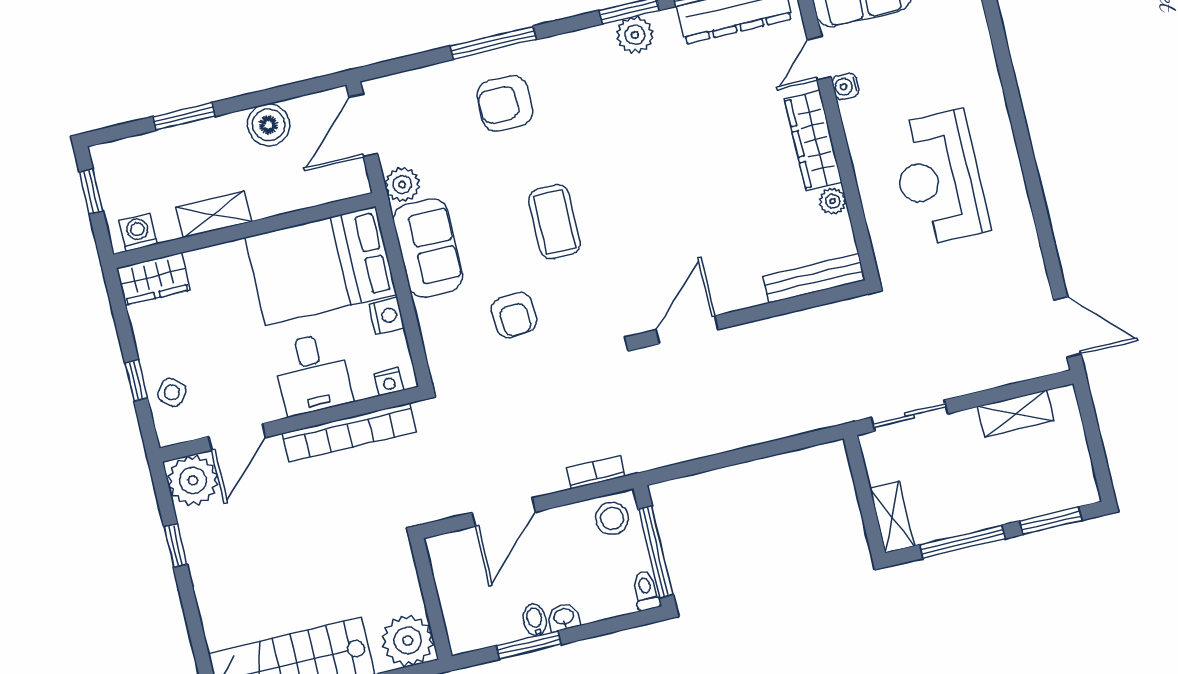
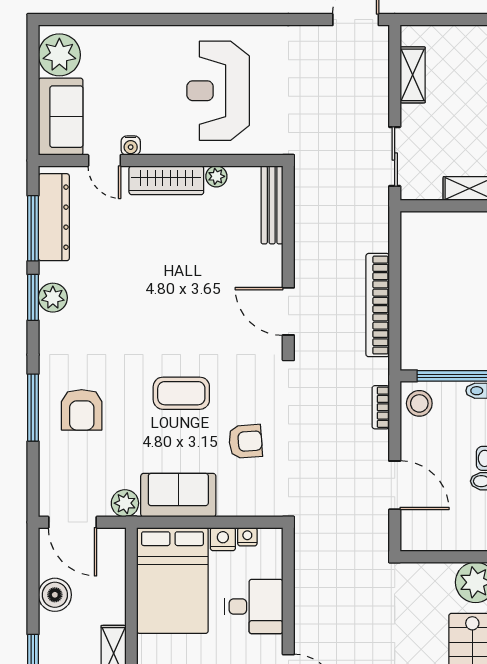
reception desk: (939, 178) -> (218, 91), turned 90
nightstand: (389, 382) -> (247, 537), moved, turned -90
bookcase: (349, 432) -> (378, 305), moved, turned 180

